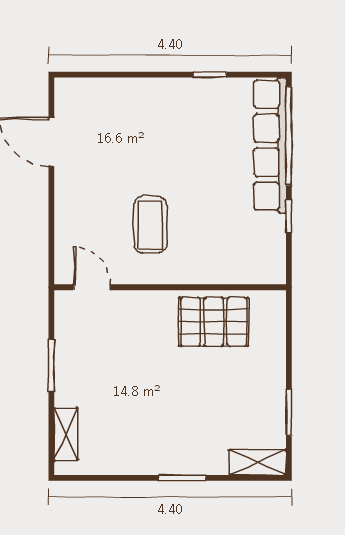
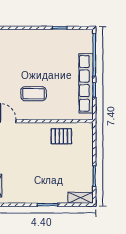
row of seats: (270, 145) -> (86, 83), moved
coffee table: (150, 225) -> (34, 94), turned 90
pallet: (214, 322) -> (61, 136), width x0.67, depth x0.71

